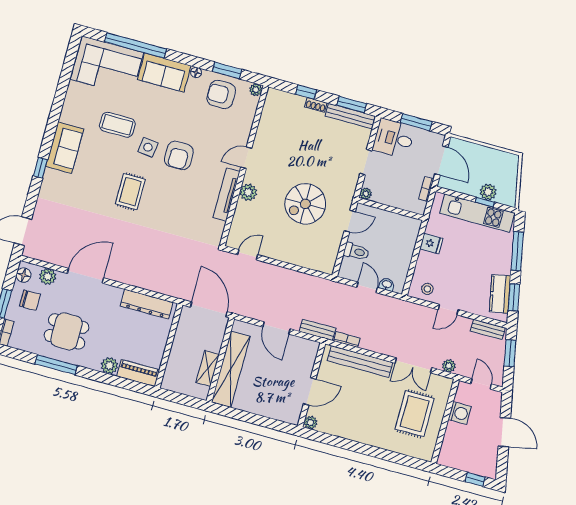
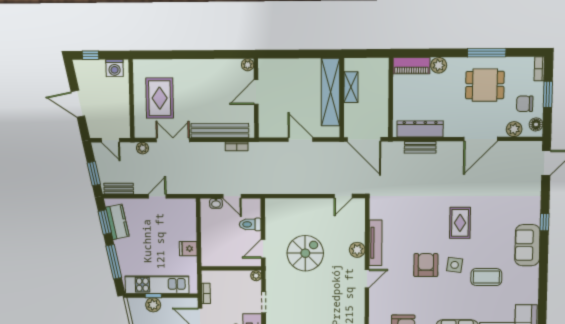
stool: (427, 289) -> (180, 209), removed
bench: (317, 330) -> (420, 147), moved
washing machine: (460, 413) -> (115, 68), moved, turned -90

